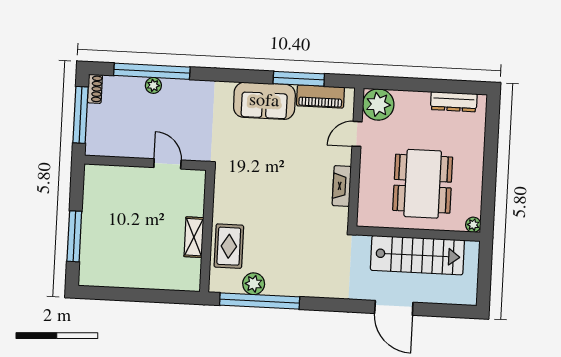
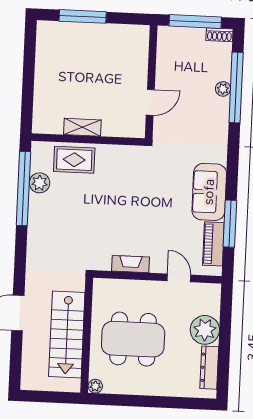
plant: (378, 105) -> (205, 330), moved

